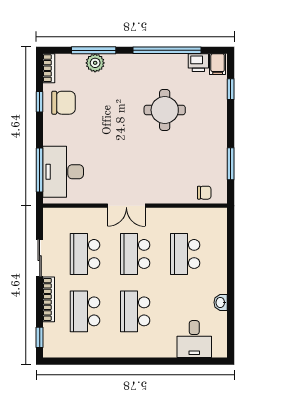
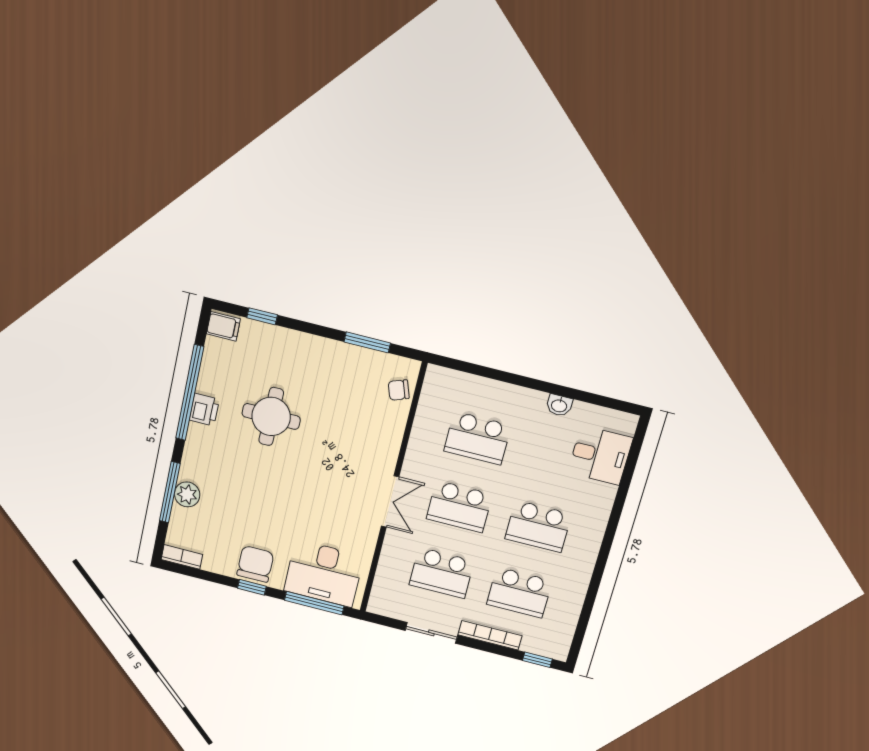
printer: (198, 63) -> (204, 410), moved
window: (40, 102) -> (252, 587), moved
chair: (64, 103) -> (255, 564), moved
chair: (204, 193) -> (399, 390), turned -110

